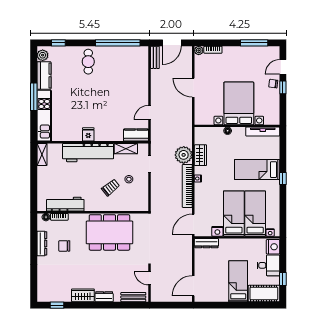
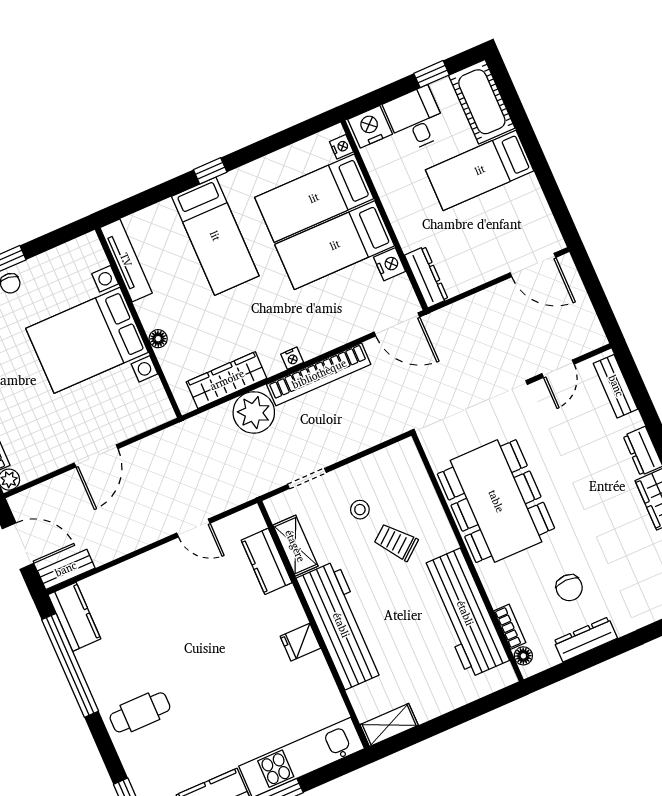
kitchen counter: (136, 53) -> (74, 617), added
kitchen counter: (136, 135) -> (267, 561), moved
wardrobe: (200, 155) -> (227, 380), width x1.50
workbench: (65, 204) -> (465, 613), width x1.36, depth x1.32

